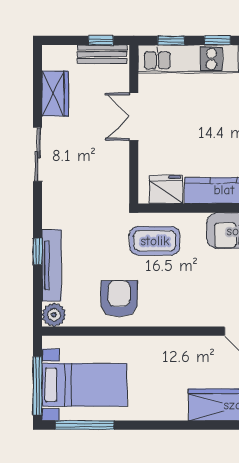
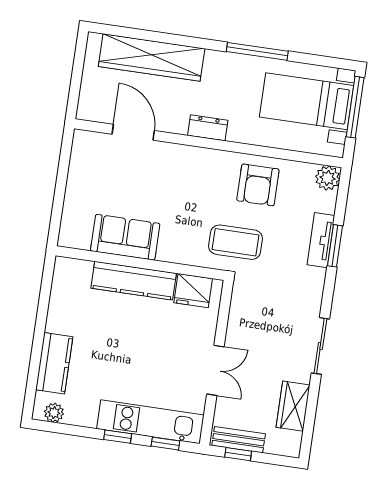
coffee table: (155, 241) -> (235, 242), moved
window: (38, 251) -> (335, 246), width x1.50
tv unit: (52, 265) -> (321, 240), width x0.71
dresser: (175, 346) -> (208, 128), added
window: (85, 425) -> (257, 51), moved

